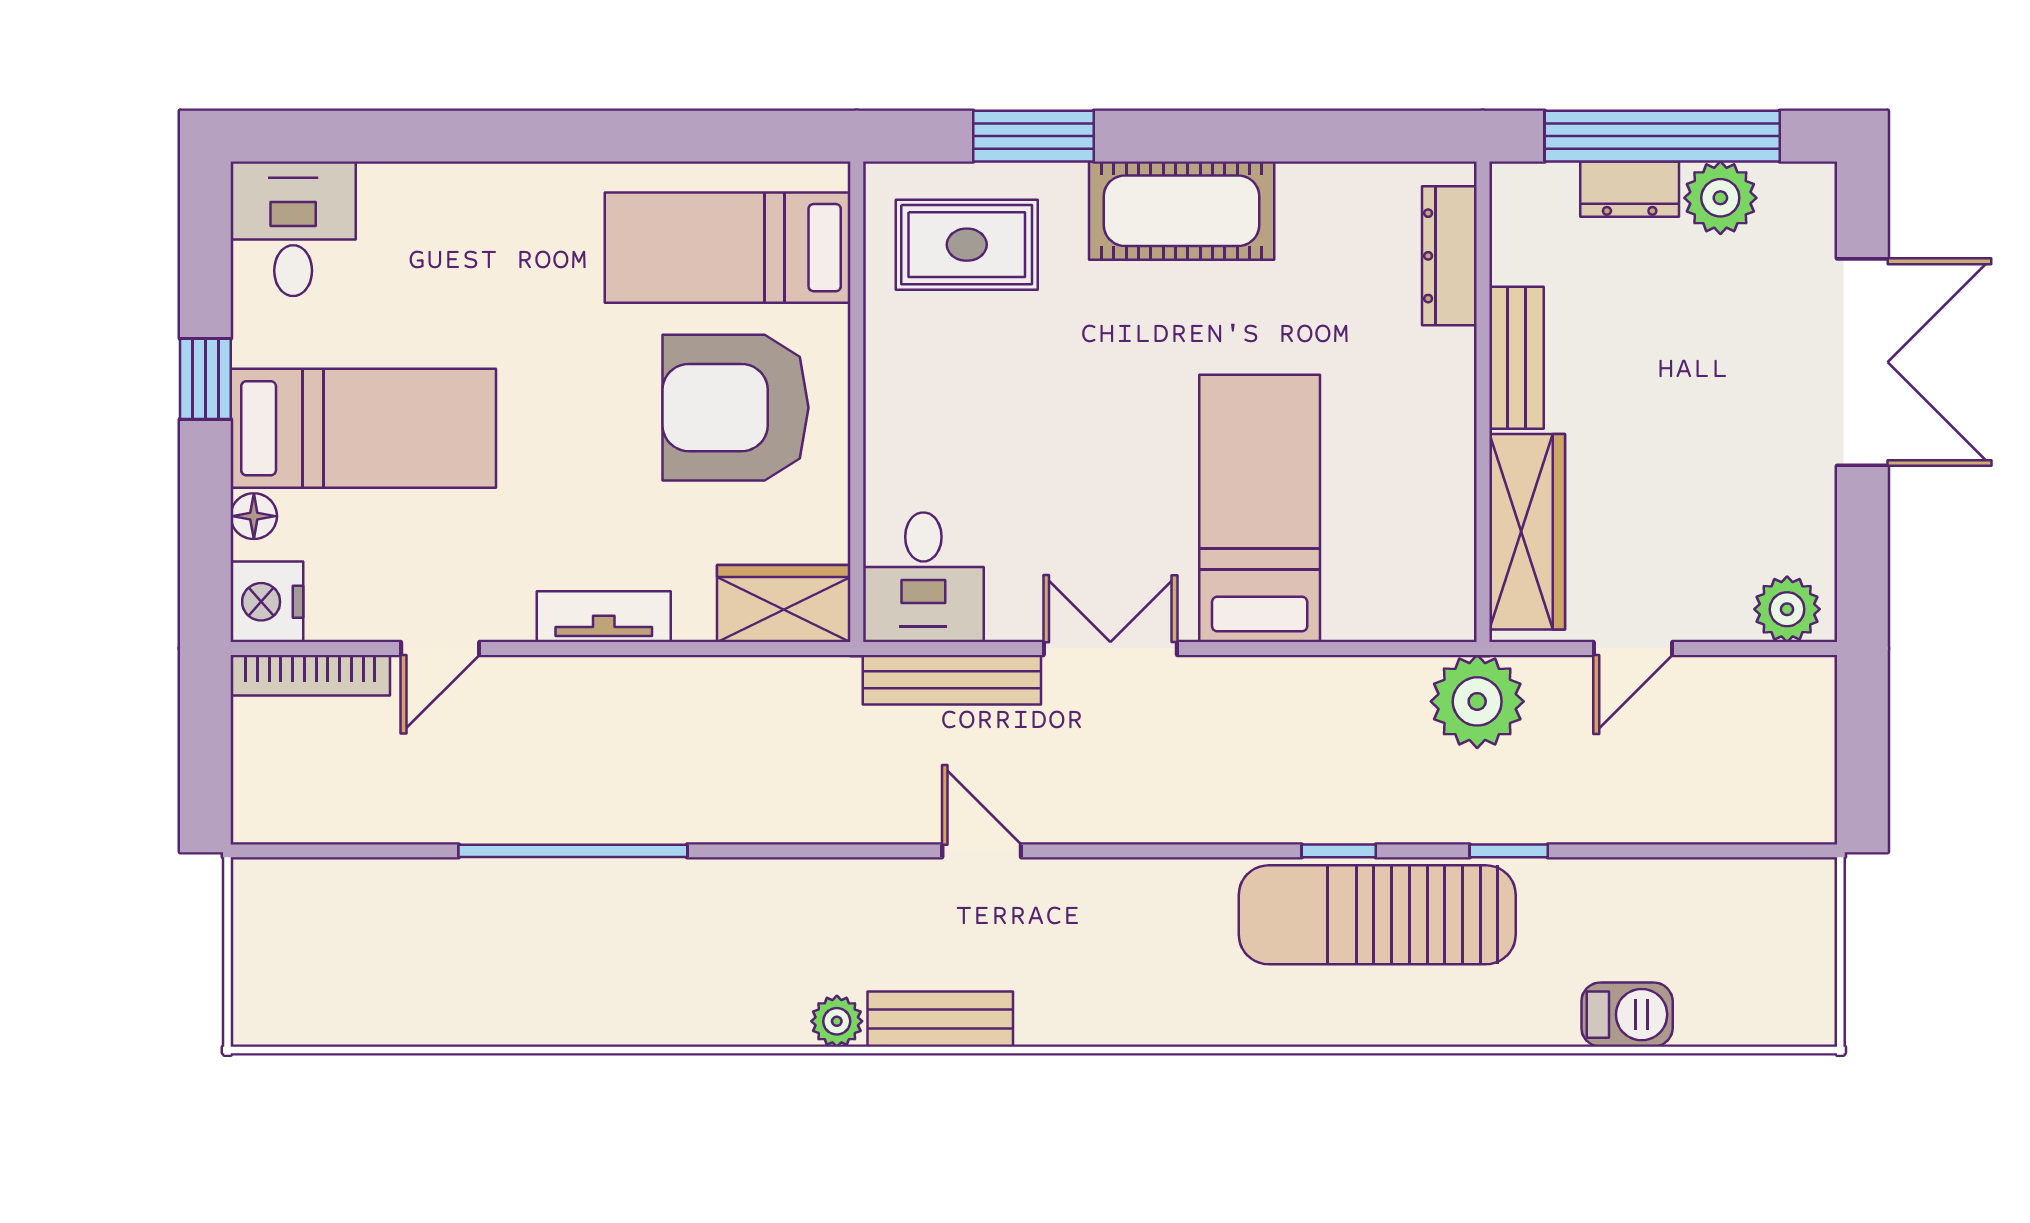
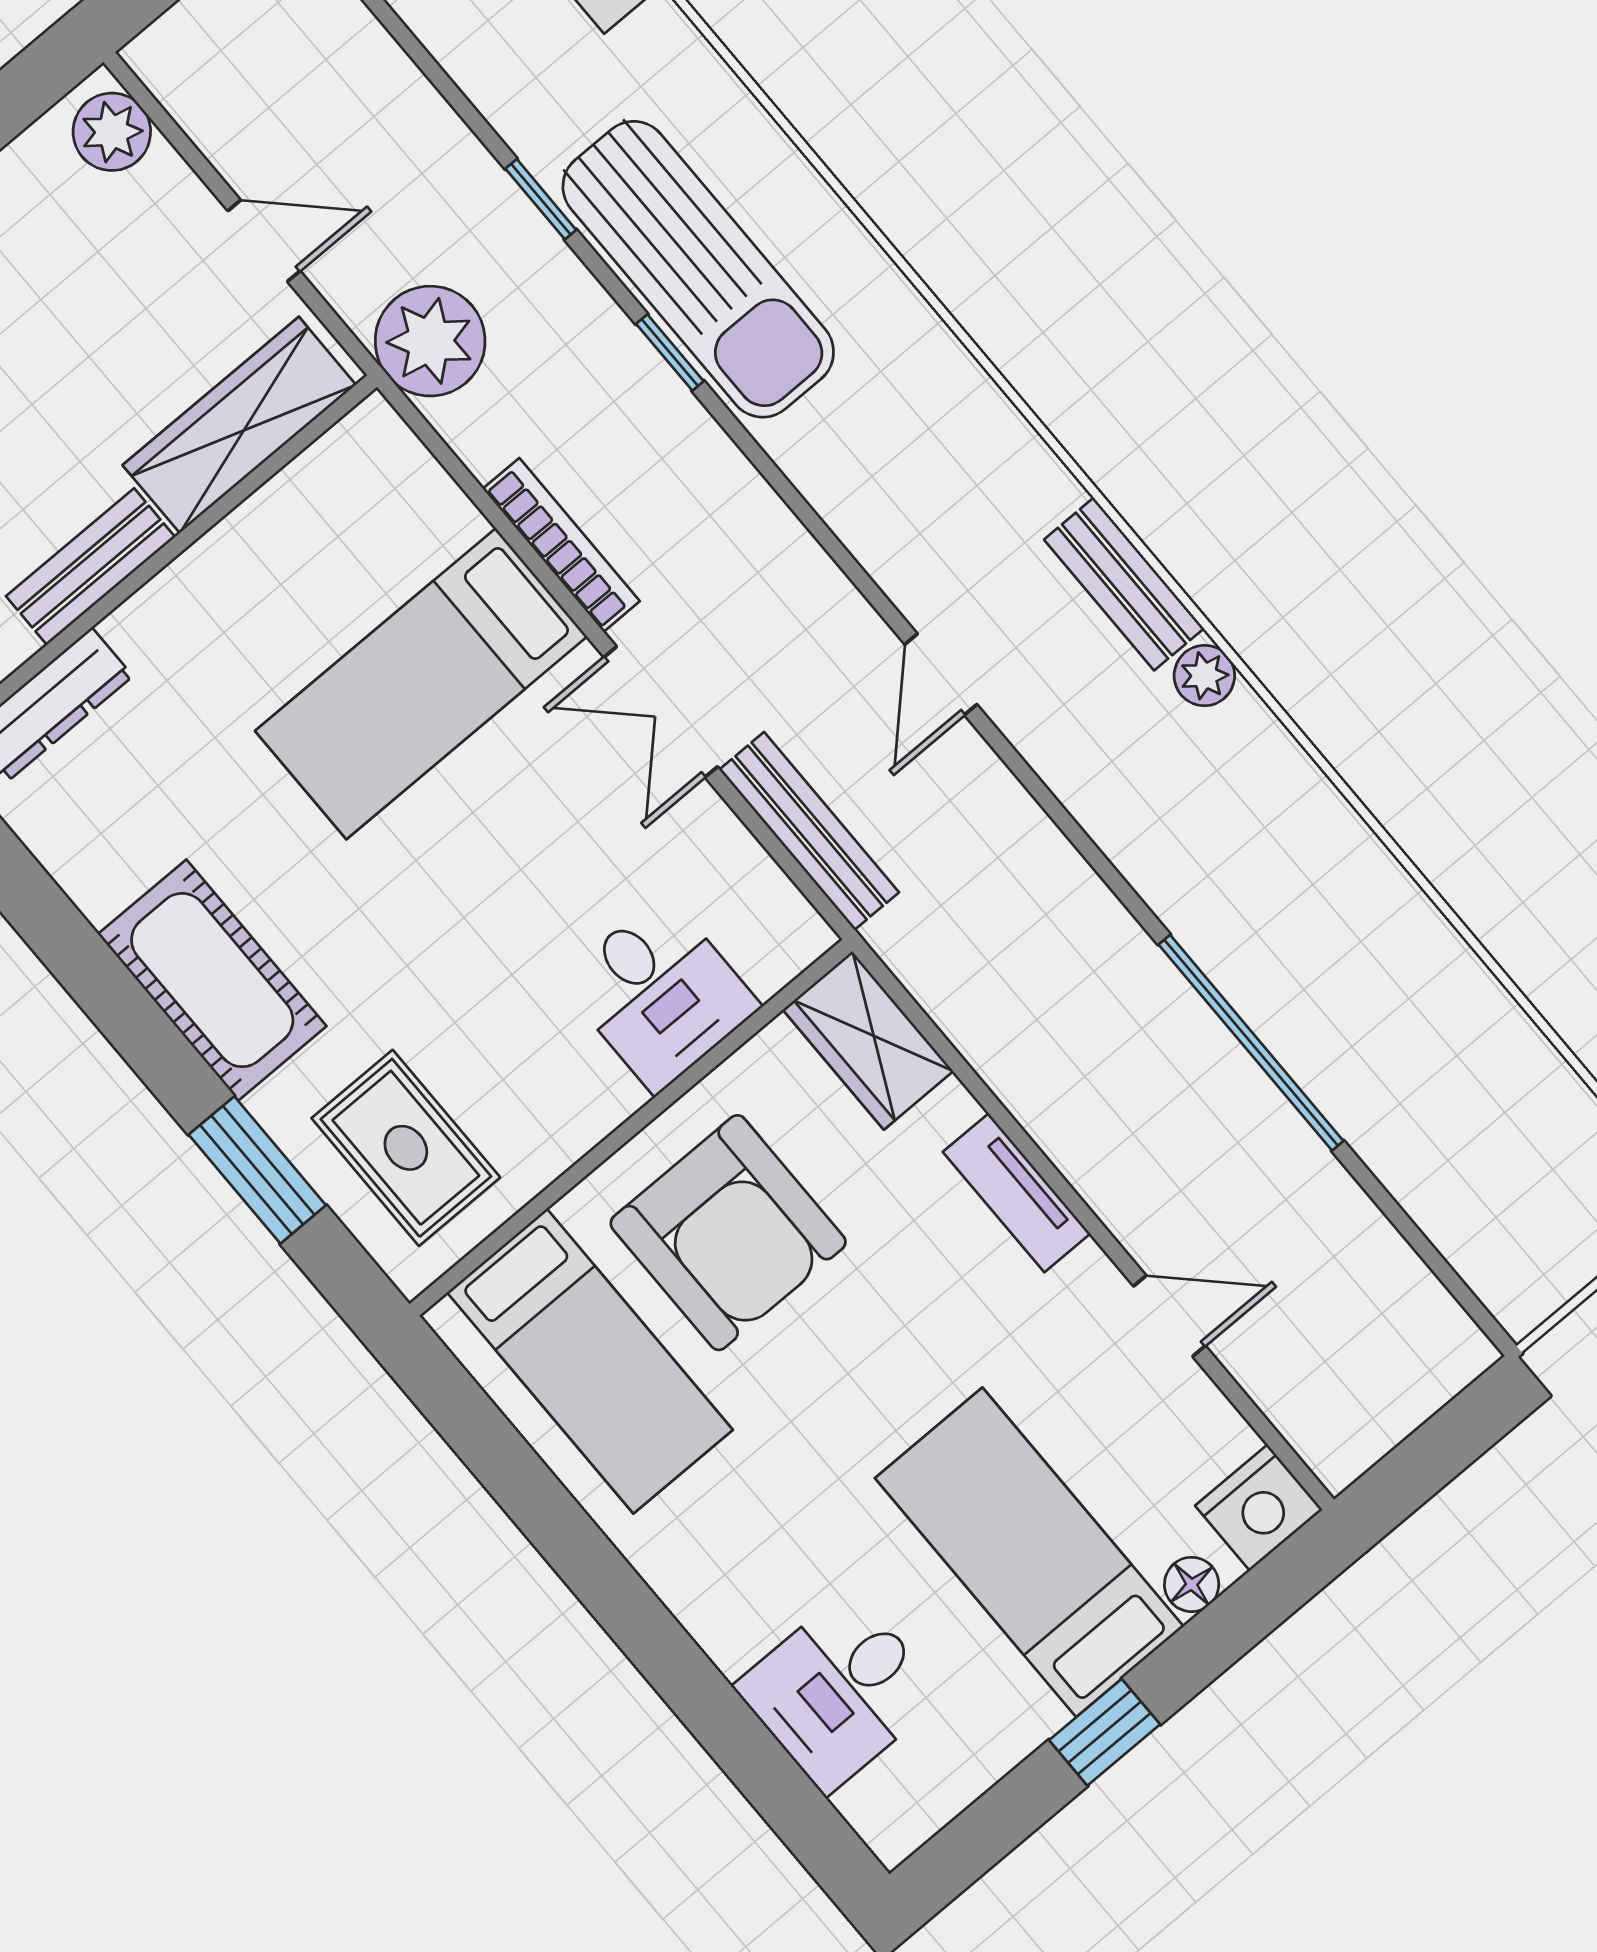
desk: (293, 229) -> (839, 1691), moved
desk: (923, 577) -> (660, 994), moved, turned 90
bookcase: (310, 675) -> (561, 545), moved

